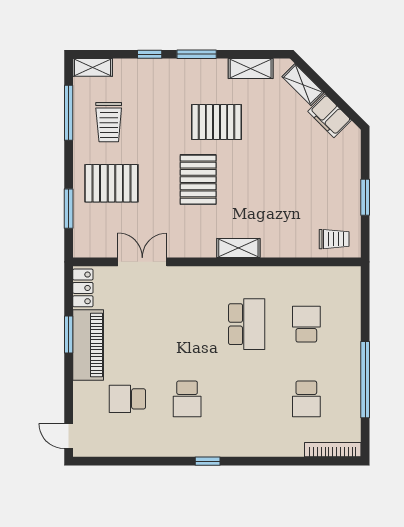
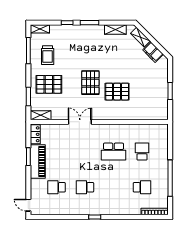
pallet: (217, 122) -> (117, 92), moved
trolley: (334, 239) -> (155, 111), removed
shelving: (238, 248) -> (41, 115), moved
double door: (142, 262) -> (80, 122), moved
school desk: (247, 324) -> (113, 152), turned 90
school desk: (187, 399) -> (85, 187), turned 90
school desk: (306, 399) -> (142, 187), turned -90

